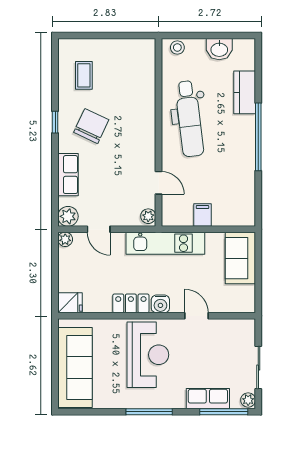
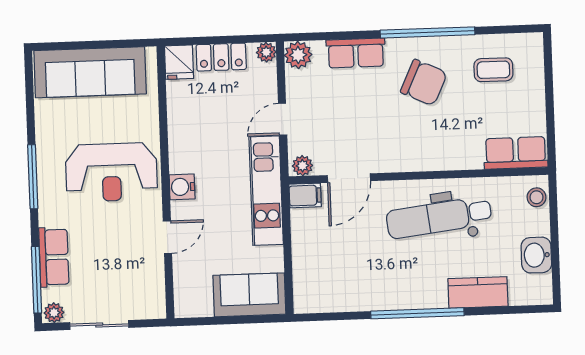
row of seats: (145, 61) -> (516, 153), added
window: (55, 122) -> (427, 32), width x3.17
door: (159, 183) -> (349, 178), width x1.38
filing cabinet: (202, 215) -> (305, 195), moved
door: (99, 229) -> (283, 119), moved
locker: (131, 303) -> (221, 57), moved, turned 90

